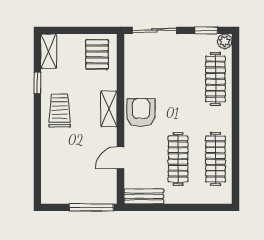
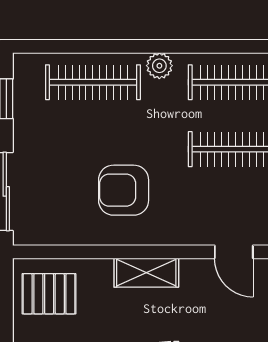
plant: (225, 41) -> (159, 66), moved
armchair: (141, 113) -> (124, 190), moved

